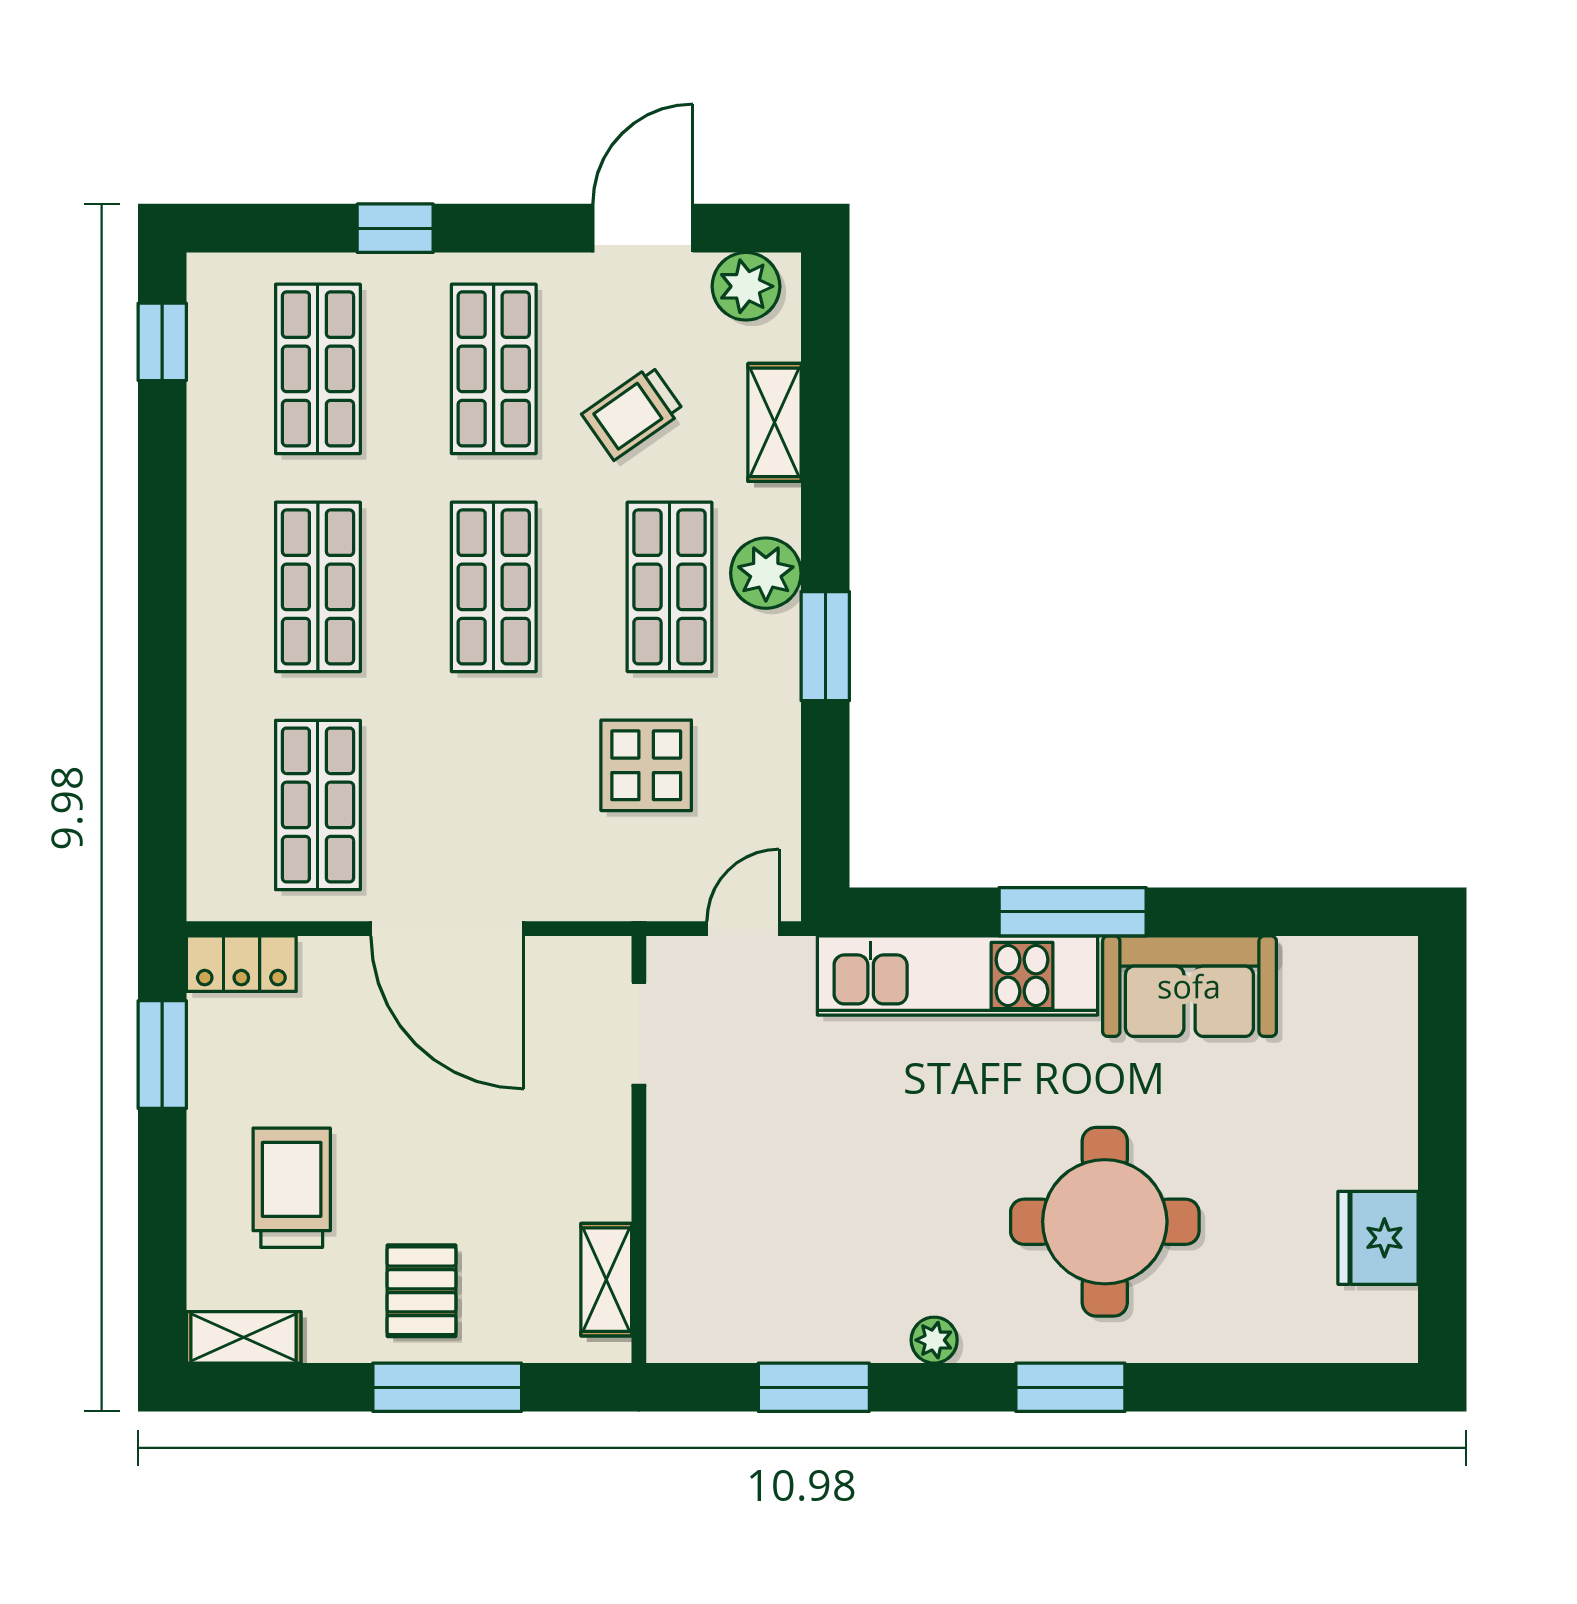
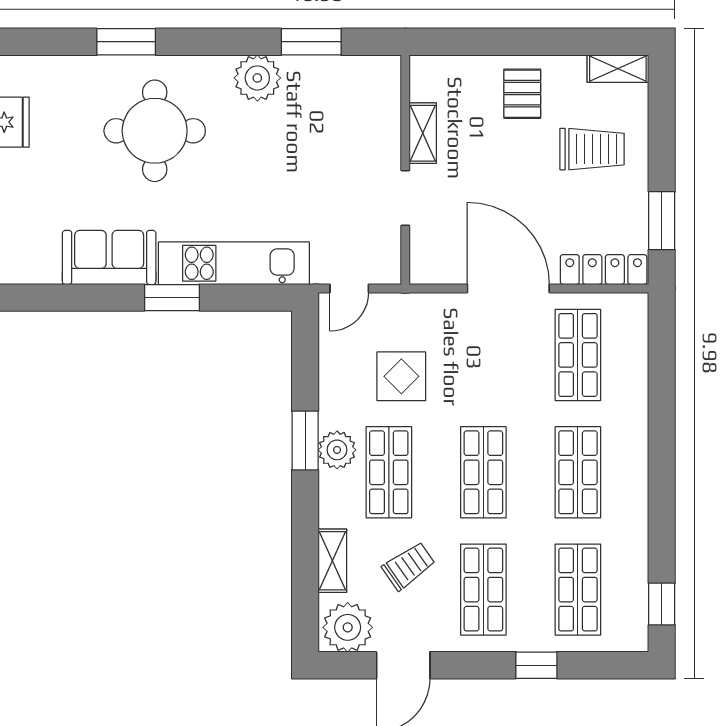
plant: (746, 286) -> (348, 627), width x1.36, depth x1.36
plant: (766, 573) -> (337, 450), moved
window: (1073, 912) -> (172, 298), width x0.69
locker: (241, 964) -> (604, 270), width x1.53
doorway: (639, 1034) -> (405, 198), moved
trolley: (292, 1188) -> (592, 149), turned -90
shelving: (606, 1280) -> (423, 133), moved
plant: (934, 1340) -> (257, 78), width x1.88, depth x1.88
window: (447, 1387) -> (508, 42), removed
window: (1070, 1387) -> (126, 42), moved

